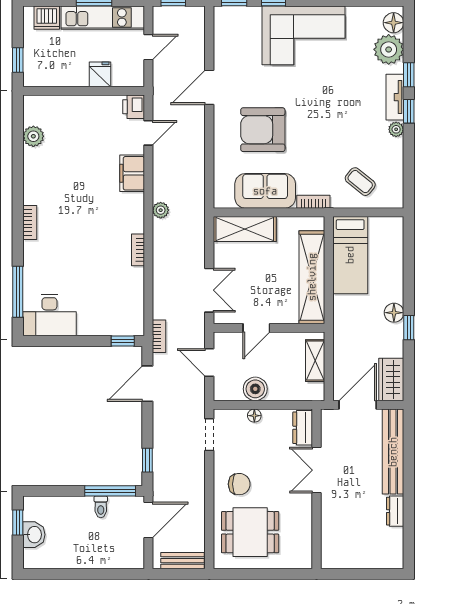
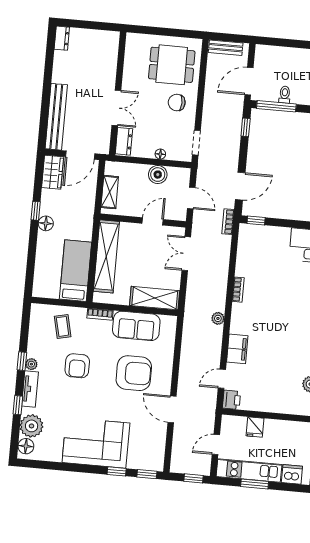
door: (209, 87) -> (172, 409), swing flipped
window: (409, 111) -> (22, 361), moved
armchair: (337, 133) -> (77, 366), added
coffee table: (360, 182) -> (63, 326), turned 38
dresser: (395, 511) -> (62, 38), moved

